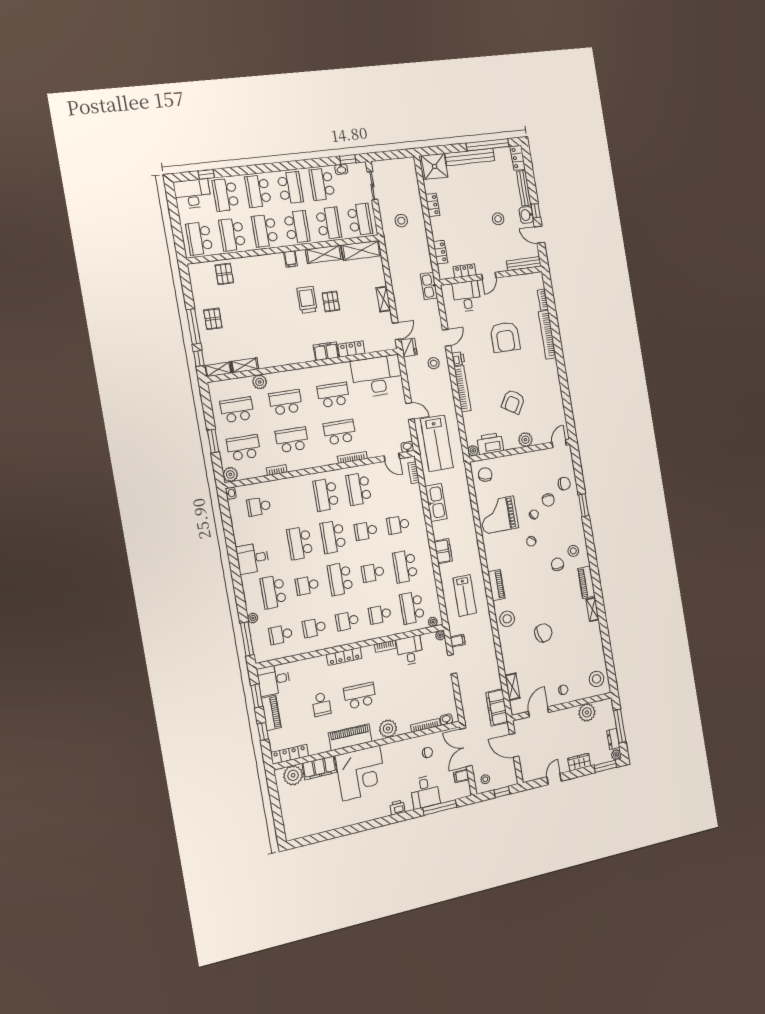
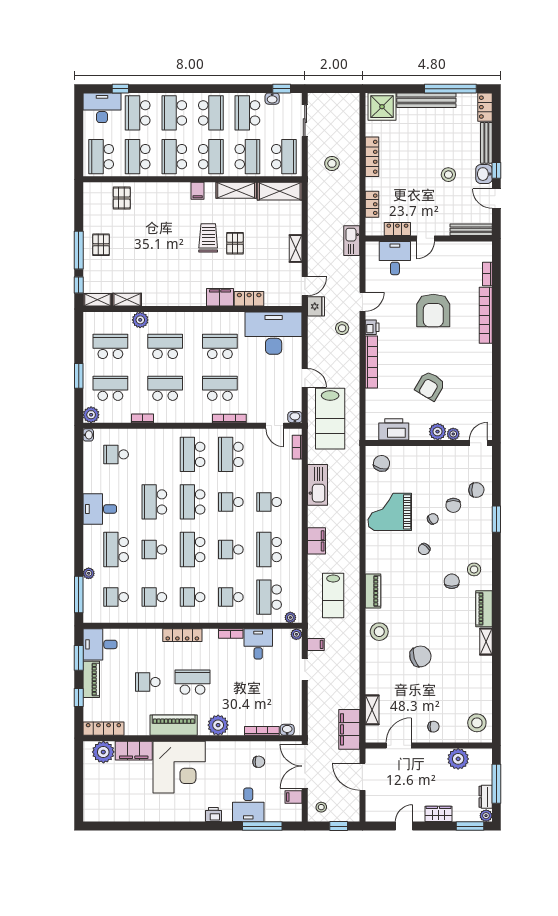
locker: (433, 205) -> (372, 157), width x1.53
plant: (473, 451) -> (453, 434), moved
school desk: (321, 704) -> (148, 682), turned 90

